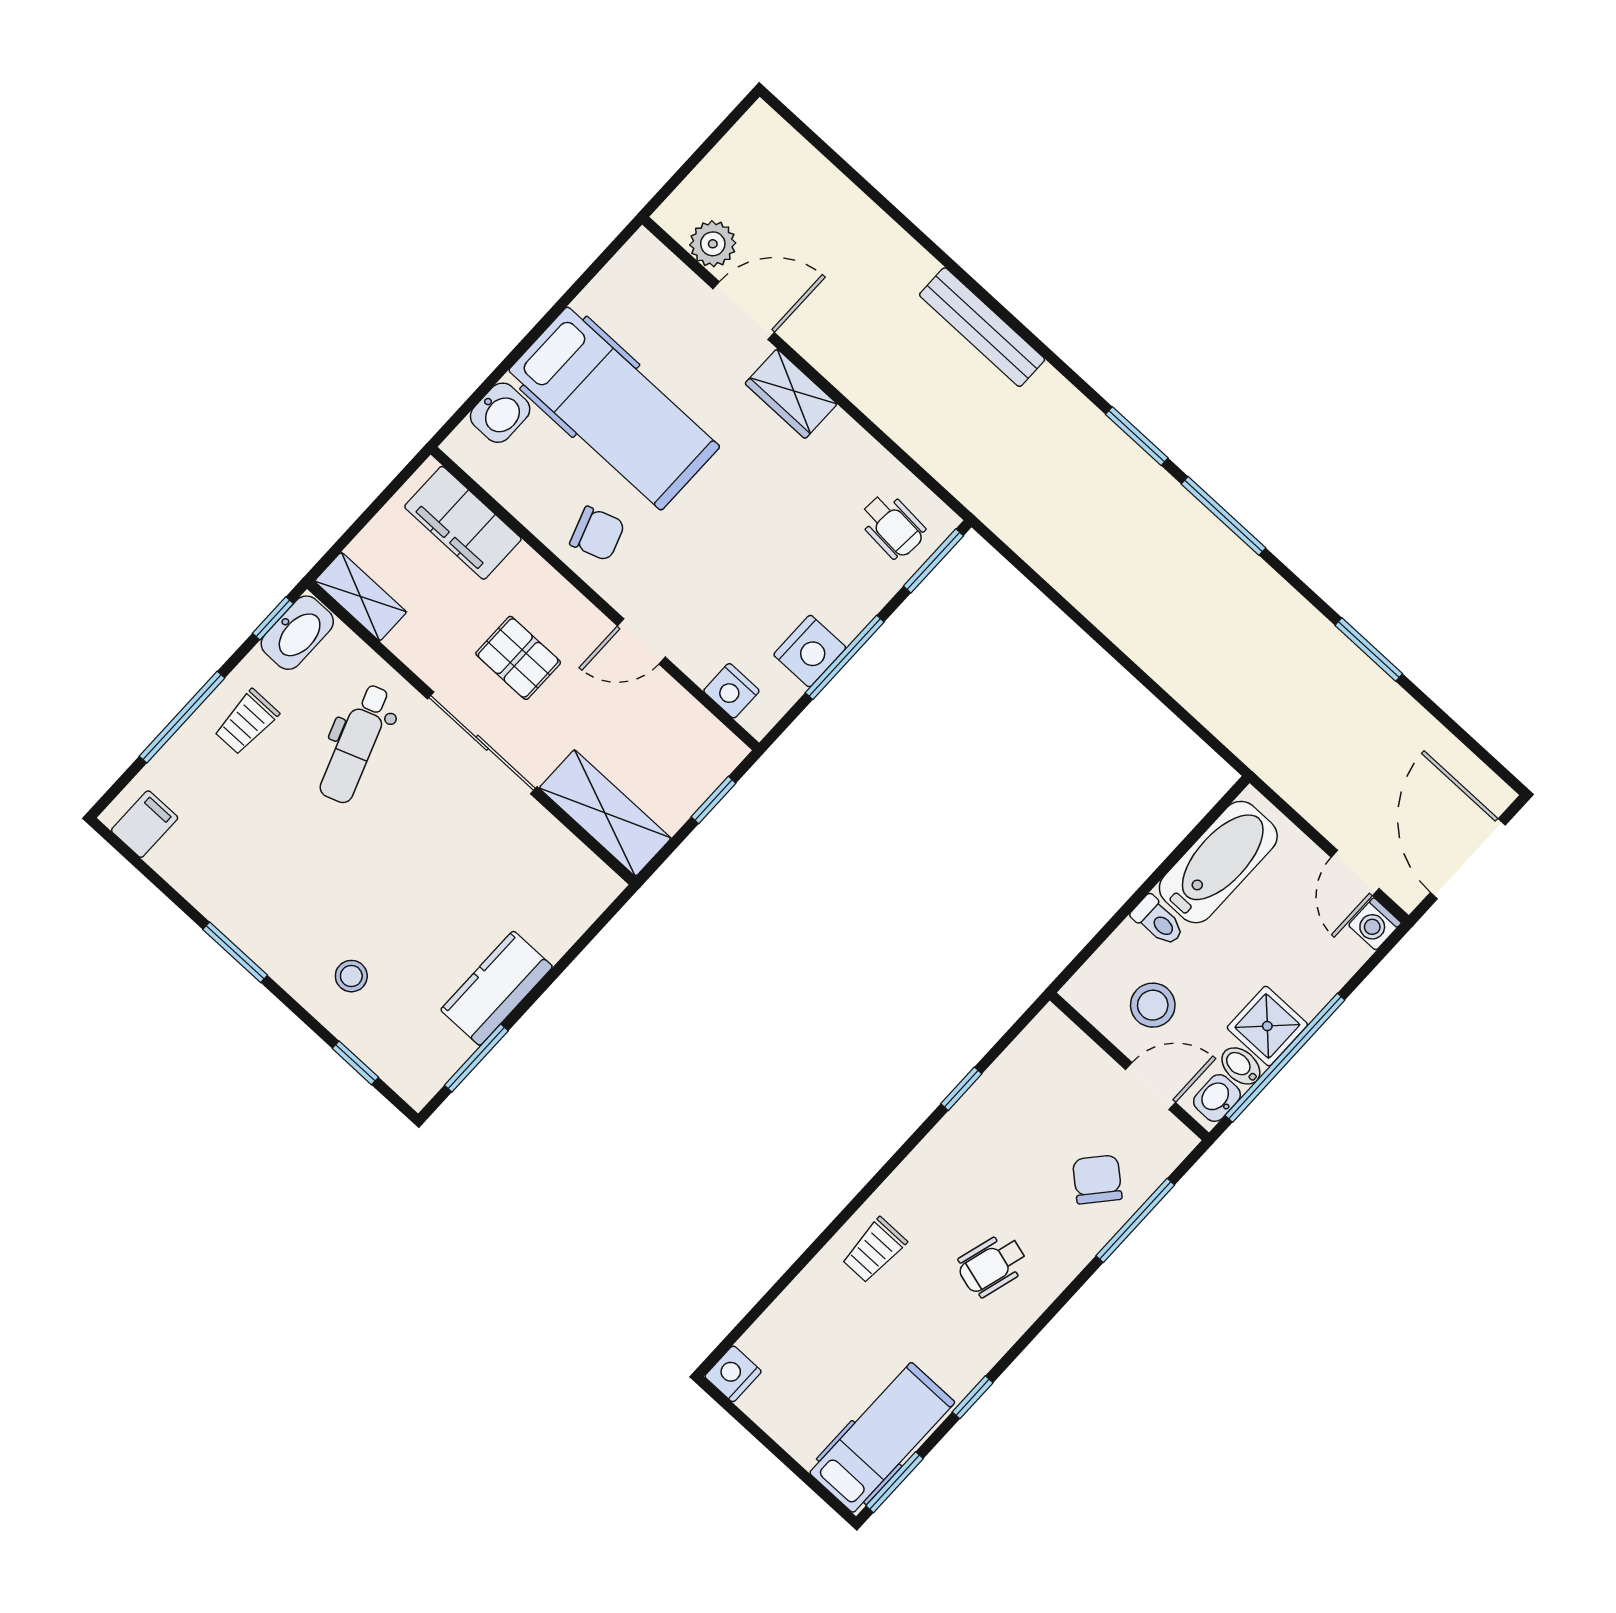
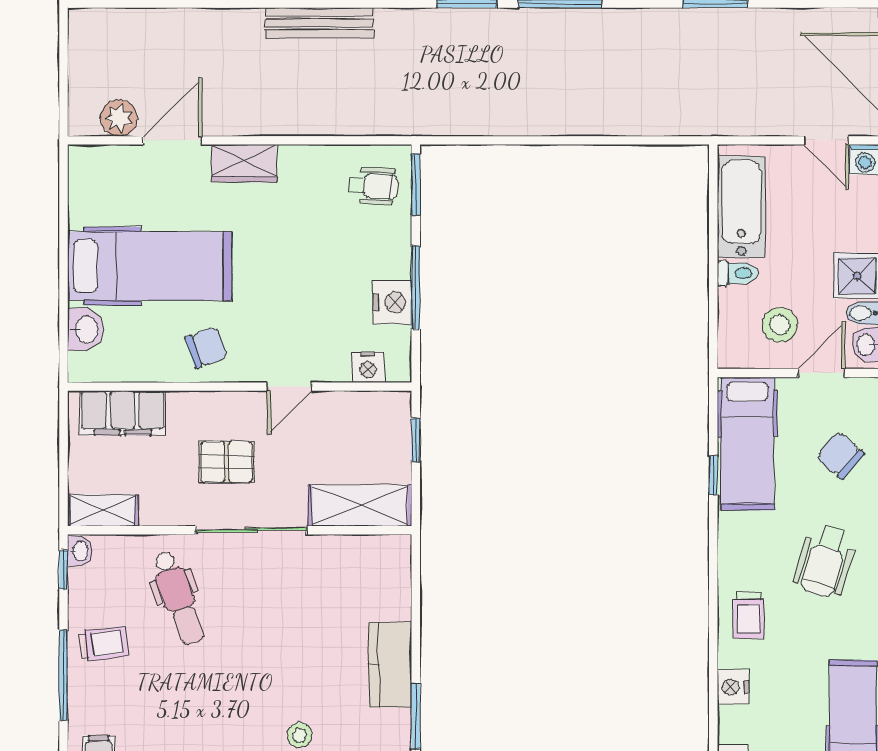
washbasin: (297, 633) -> (80, 551), width x0.52, depth x0.69
trolley: (247, 722) -> (103, 644), turned -96
hospital bed: (1021, 1088) -> (747, 444), added
wheelchair: (992, 1265) -> (825, 561), width x1.36, depth x1.37
nightstand: (798, 1304) -> (733, 687), added

